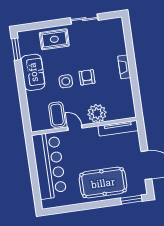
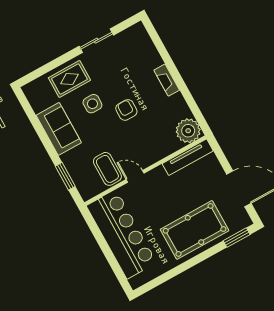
window: (16, 49) -> (65, 176), moved
side table: (66, 81) -> (92, 104), moved
plant: (97, 113) -> (188, 131), moved

